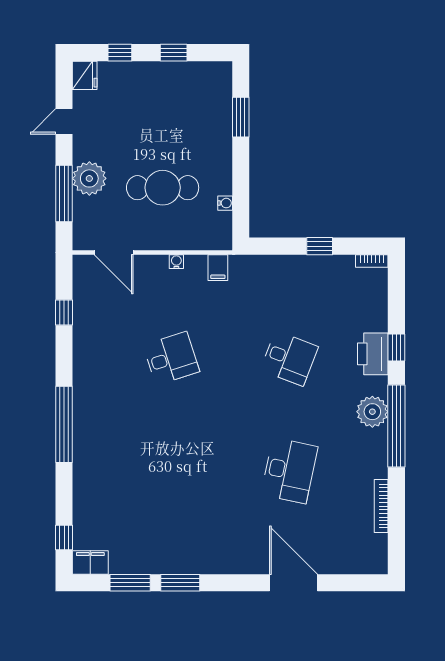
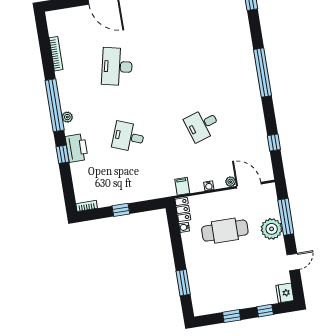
locker: (223, 231) -> (183, 209), added
plant: (141, 262) -> (231, 182), added
plant: (372, 412) -> (67, 117), width x0.53, depth x0.53

